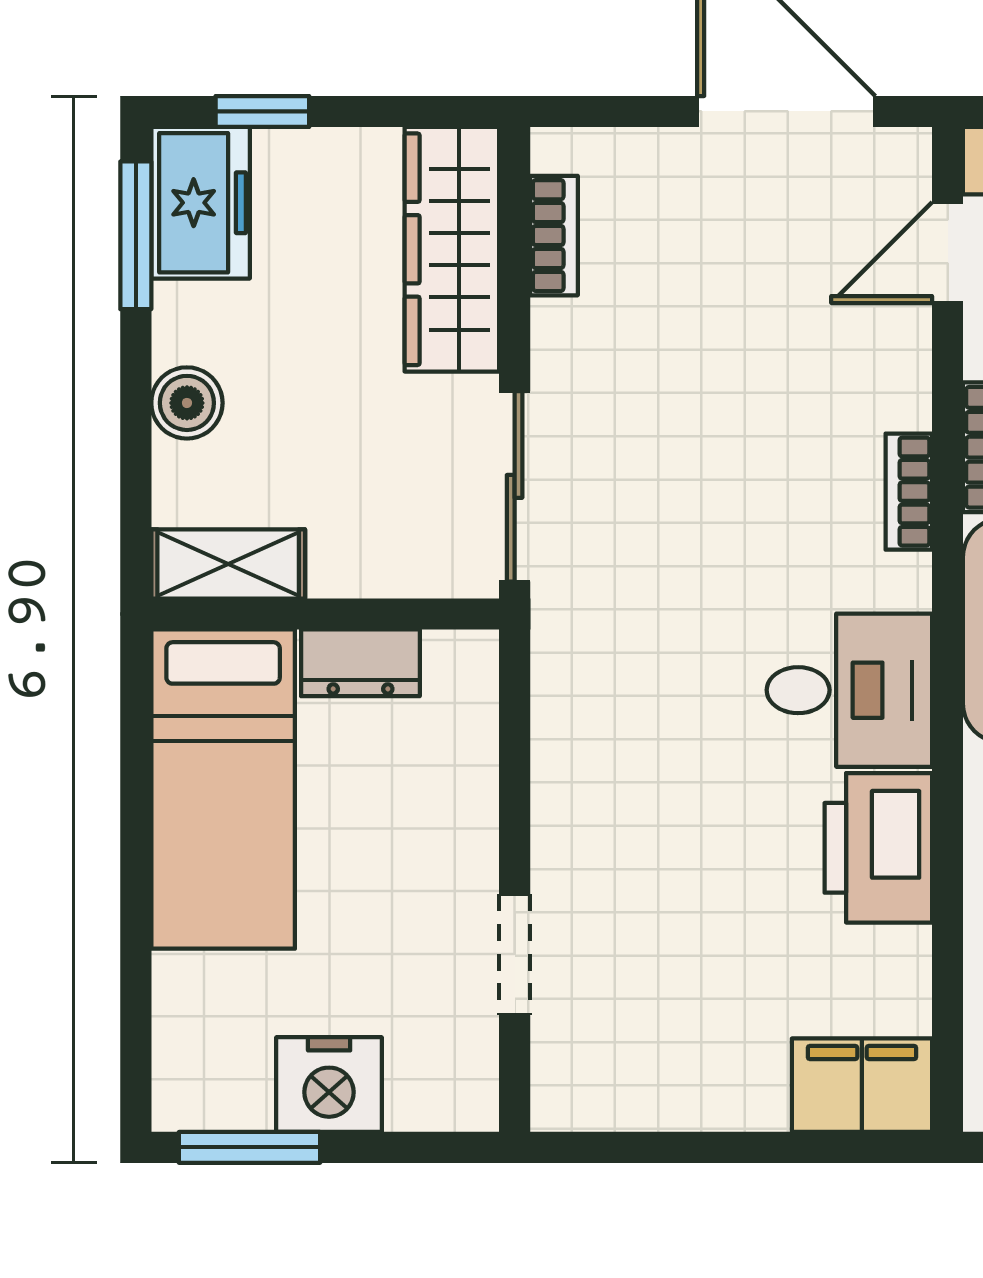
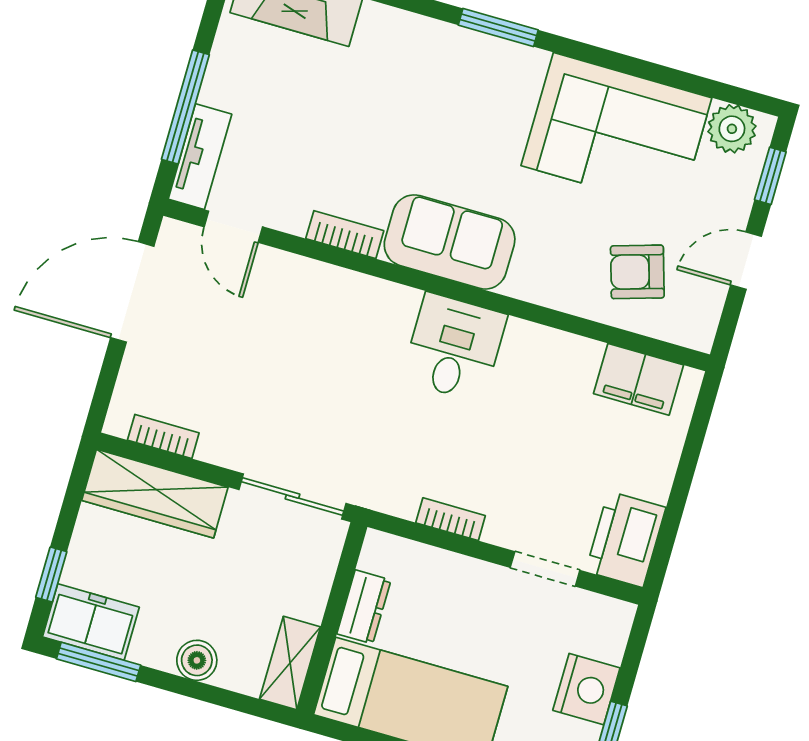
bookcase: (909, 492) -> (451, 519), moved, turned 180
printer: (878, 848) -> (626, 539), moved, turned 90
filing cabinet: (862, 1085) -> (638, 379), moved, turned -90

